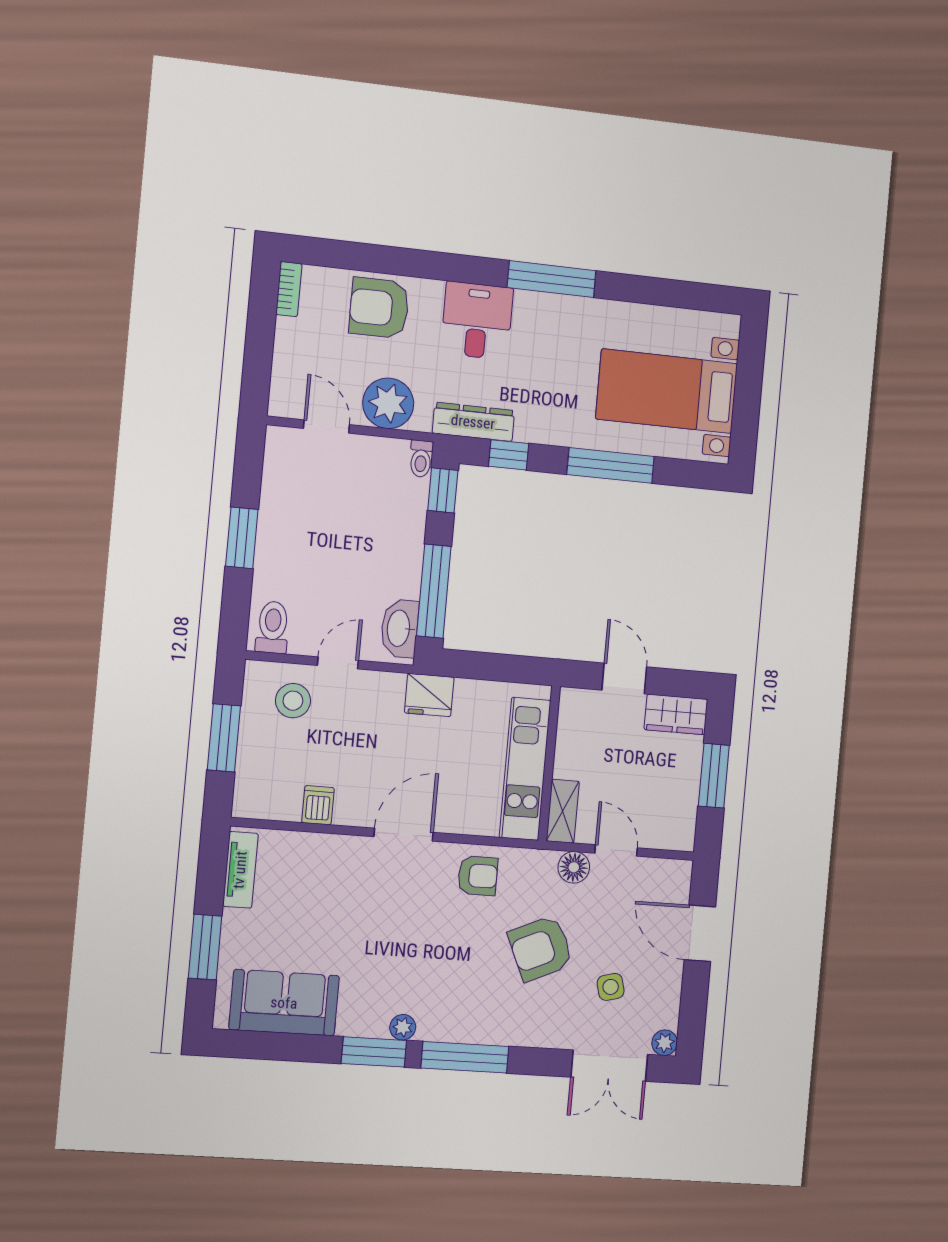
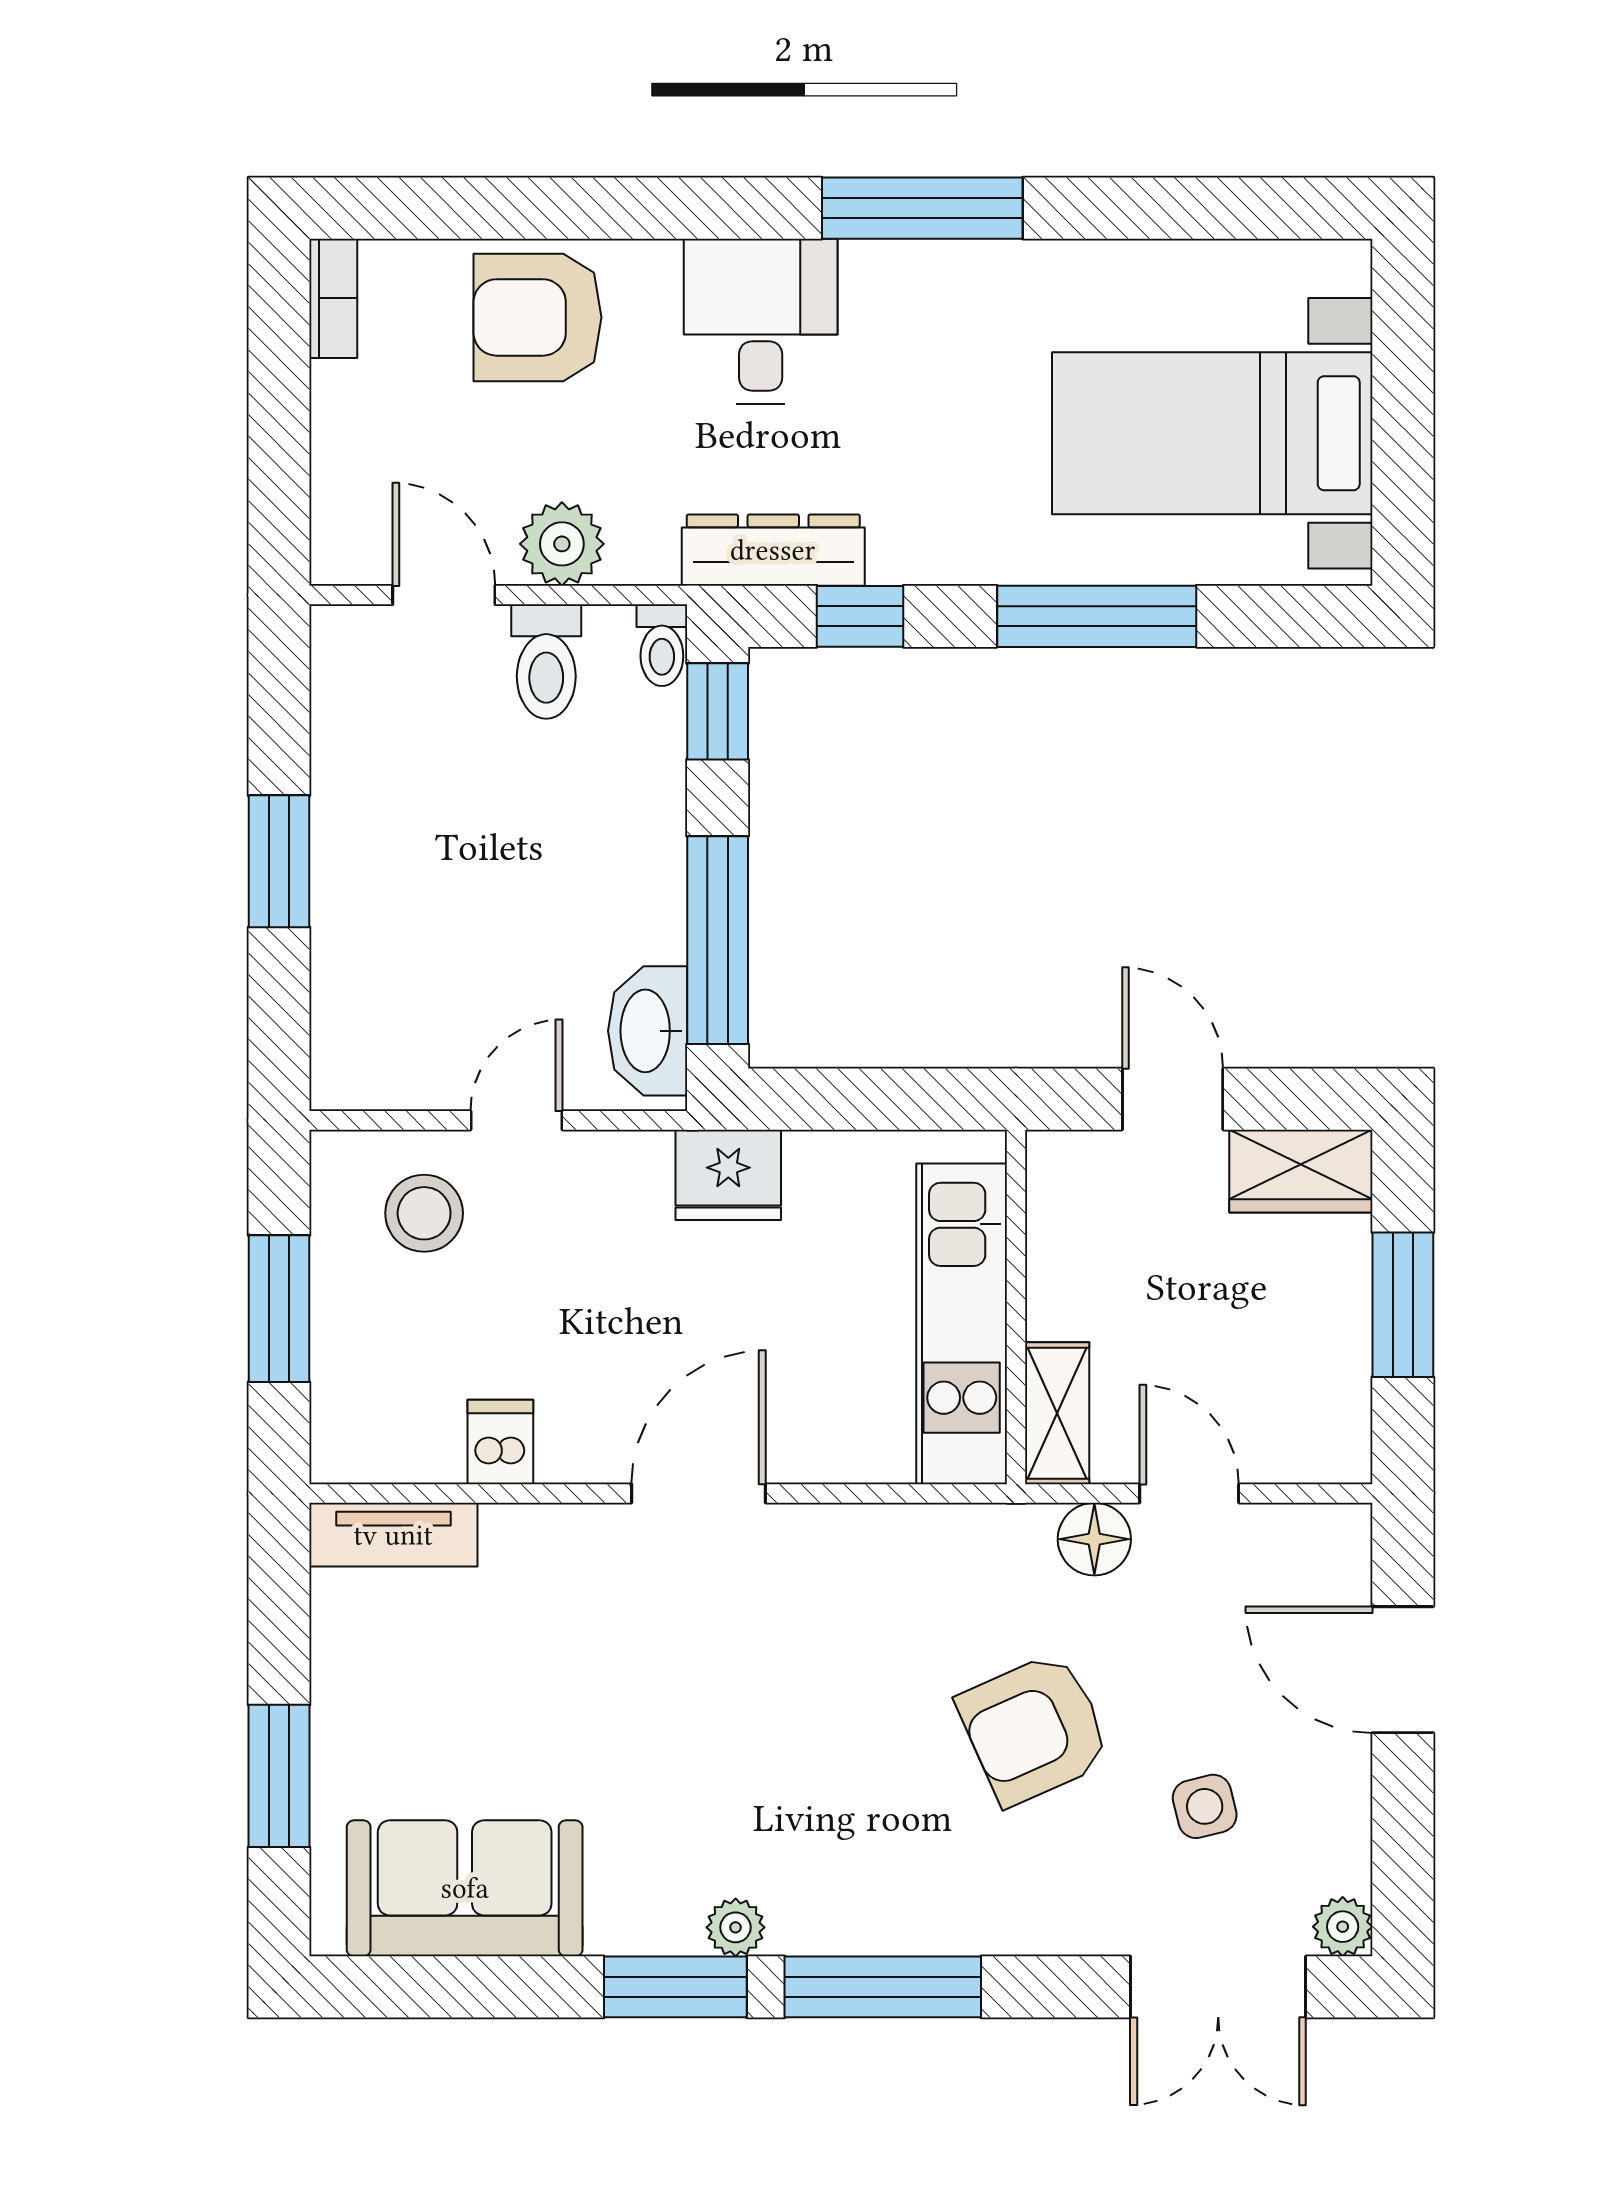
plant: (388, 403) -> (562, 544), width x0.73, depth x0.73
toilet: (273, 627) -> (546, 662), moved, turned 180
tv unit: (240, 870) -> (393, 1535), moved, turned 90
armchair: (478, 876) -> (875, 1574), removed

